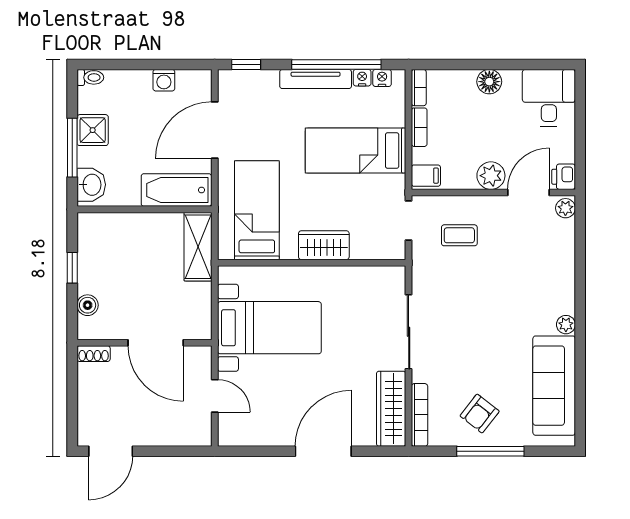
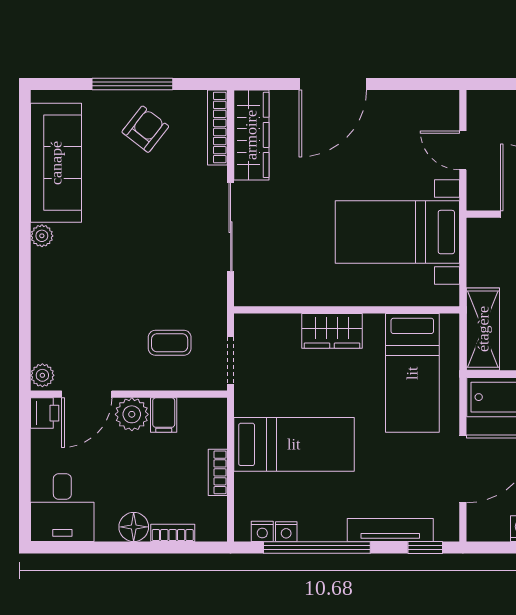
tv unit: (316, 79) -> (390, 530), moved
bookcase: (419, 88) -> (173, 533), moved, turned 90
filing cabinet: (426, 176) -> (164, 415), moved, turned -90

